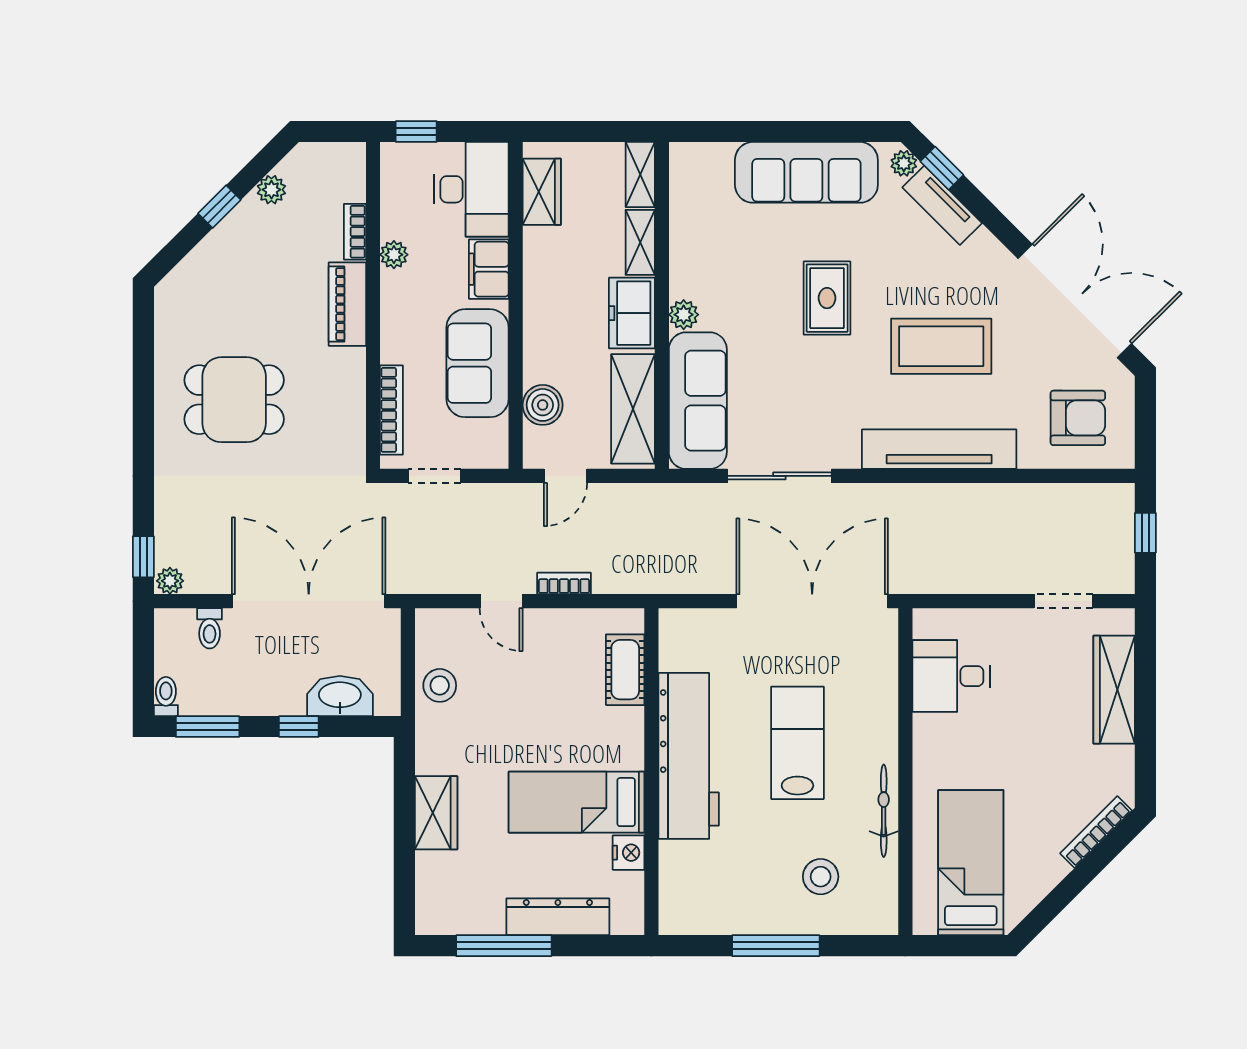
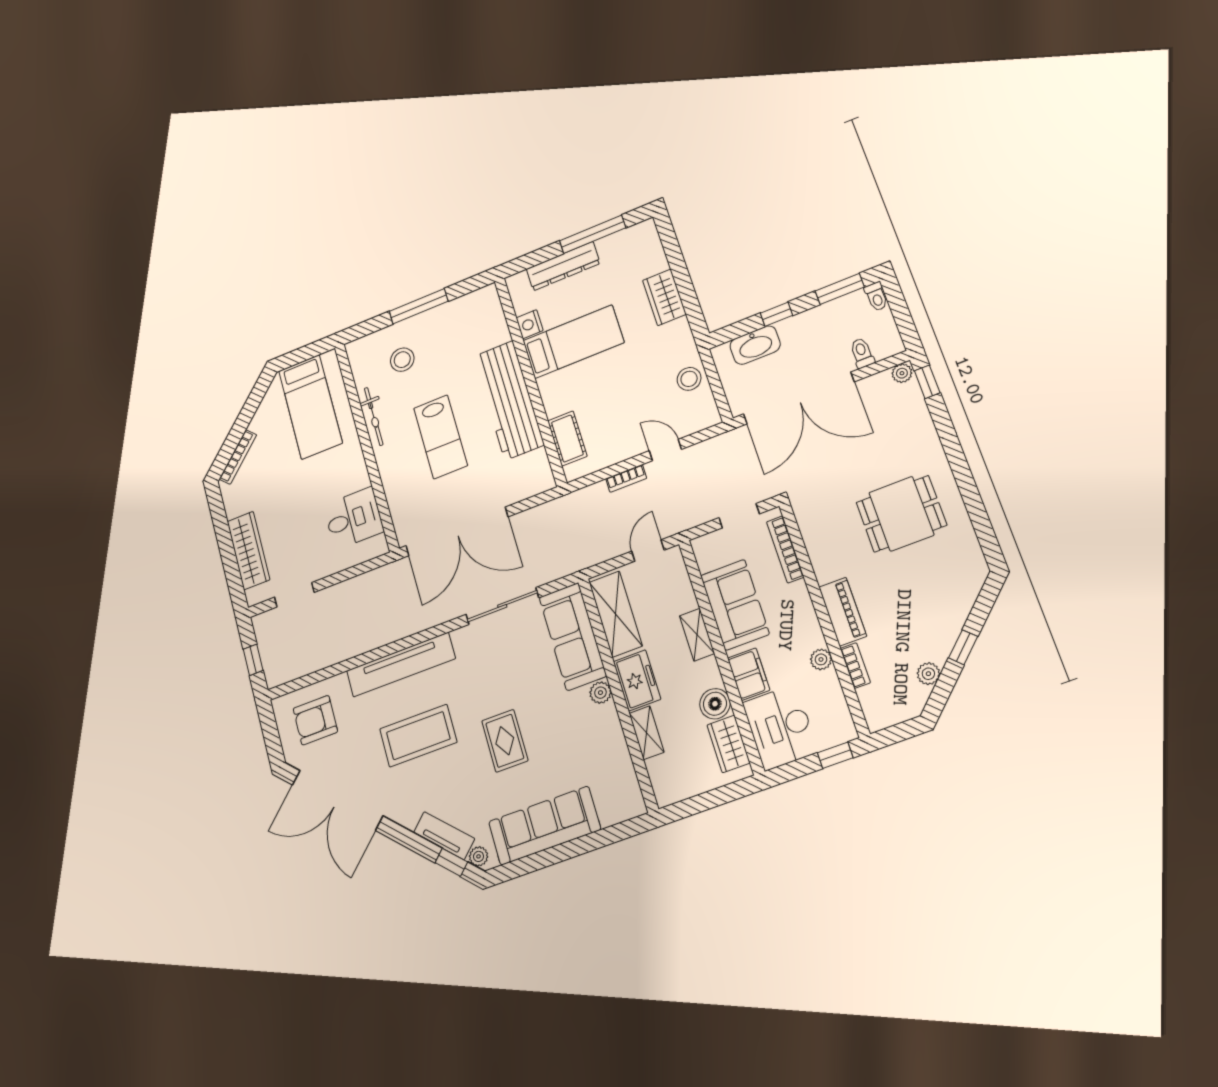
shelving: (640, 175) -> (697, 635), moved
boiler: (543, 405) -> (715, 704), moved

